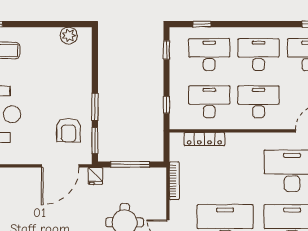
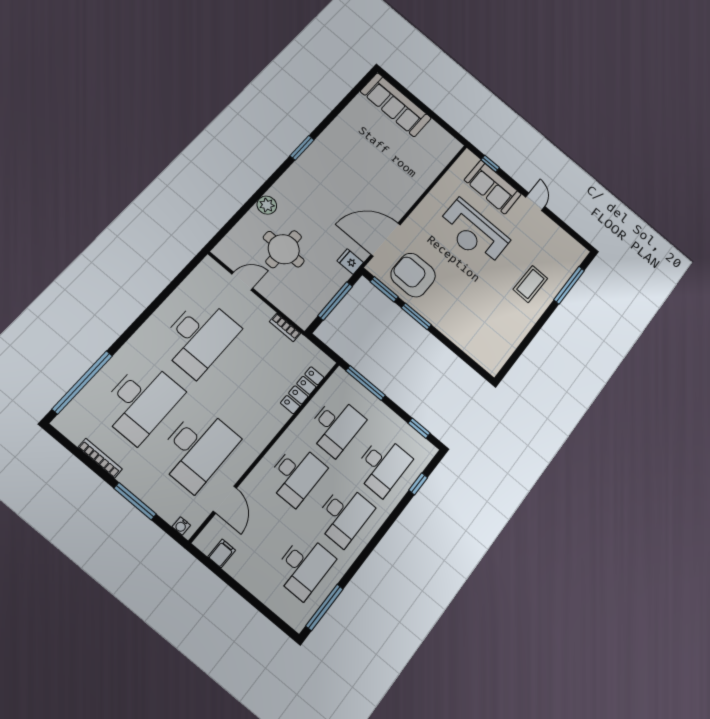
plant: (69, 36) -> (502, 350), removed
window: (166, 105) -> (366, 383), width x2.17
armchair: (69, 130) -> (413, 275), width x1.36, depth x1.36
door: (60, 166) -> (386, 240), hinge flipped
bookcase: (174, 181) -> (285, 327), width x0.64

